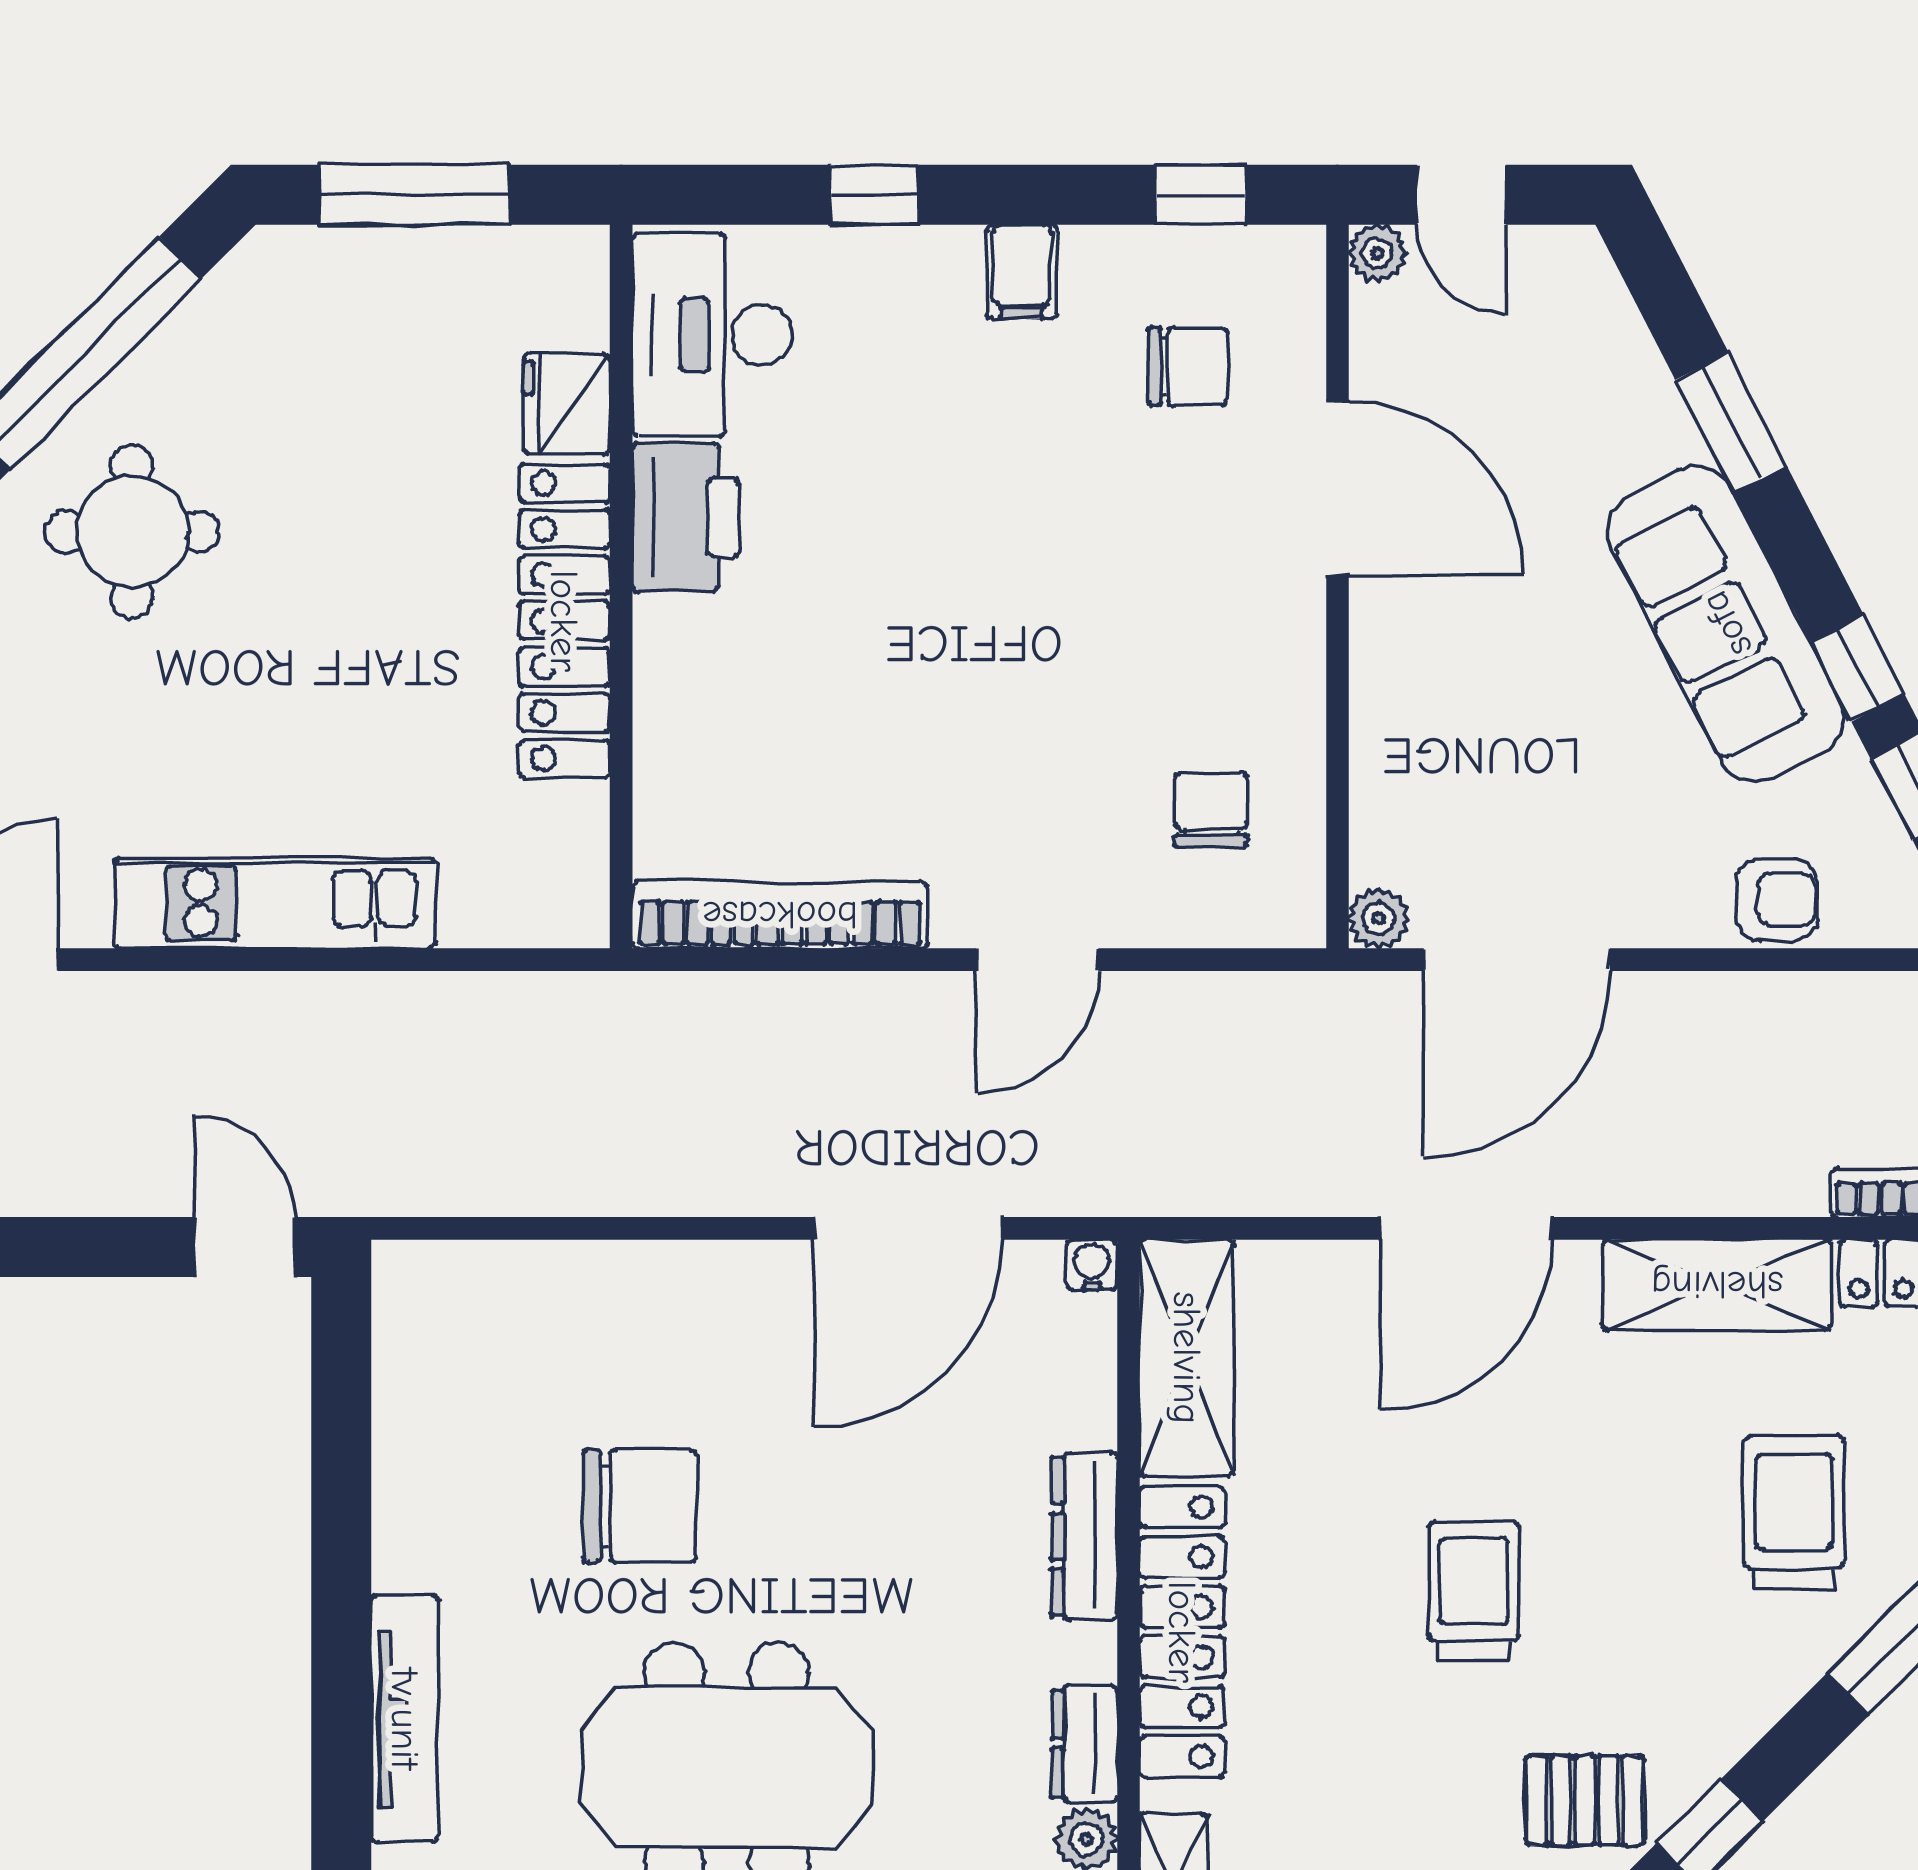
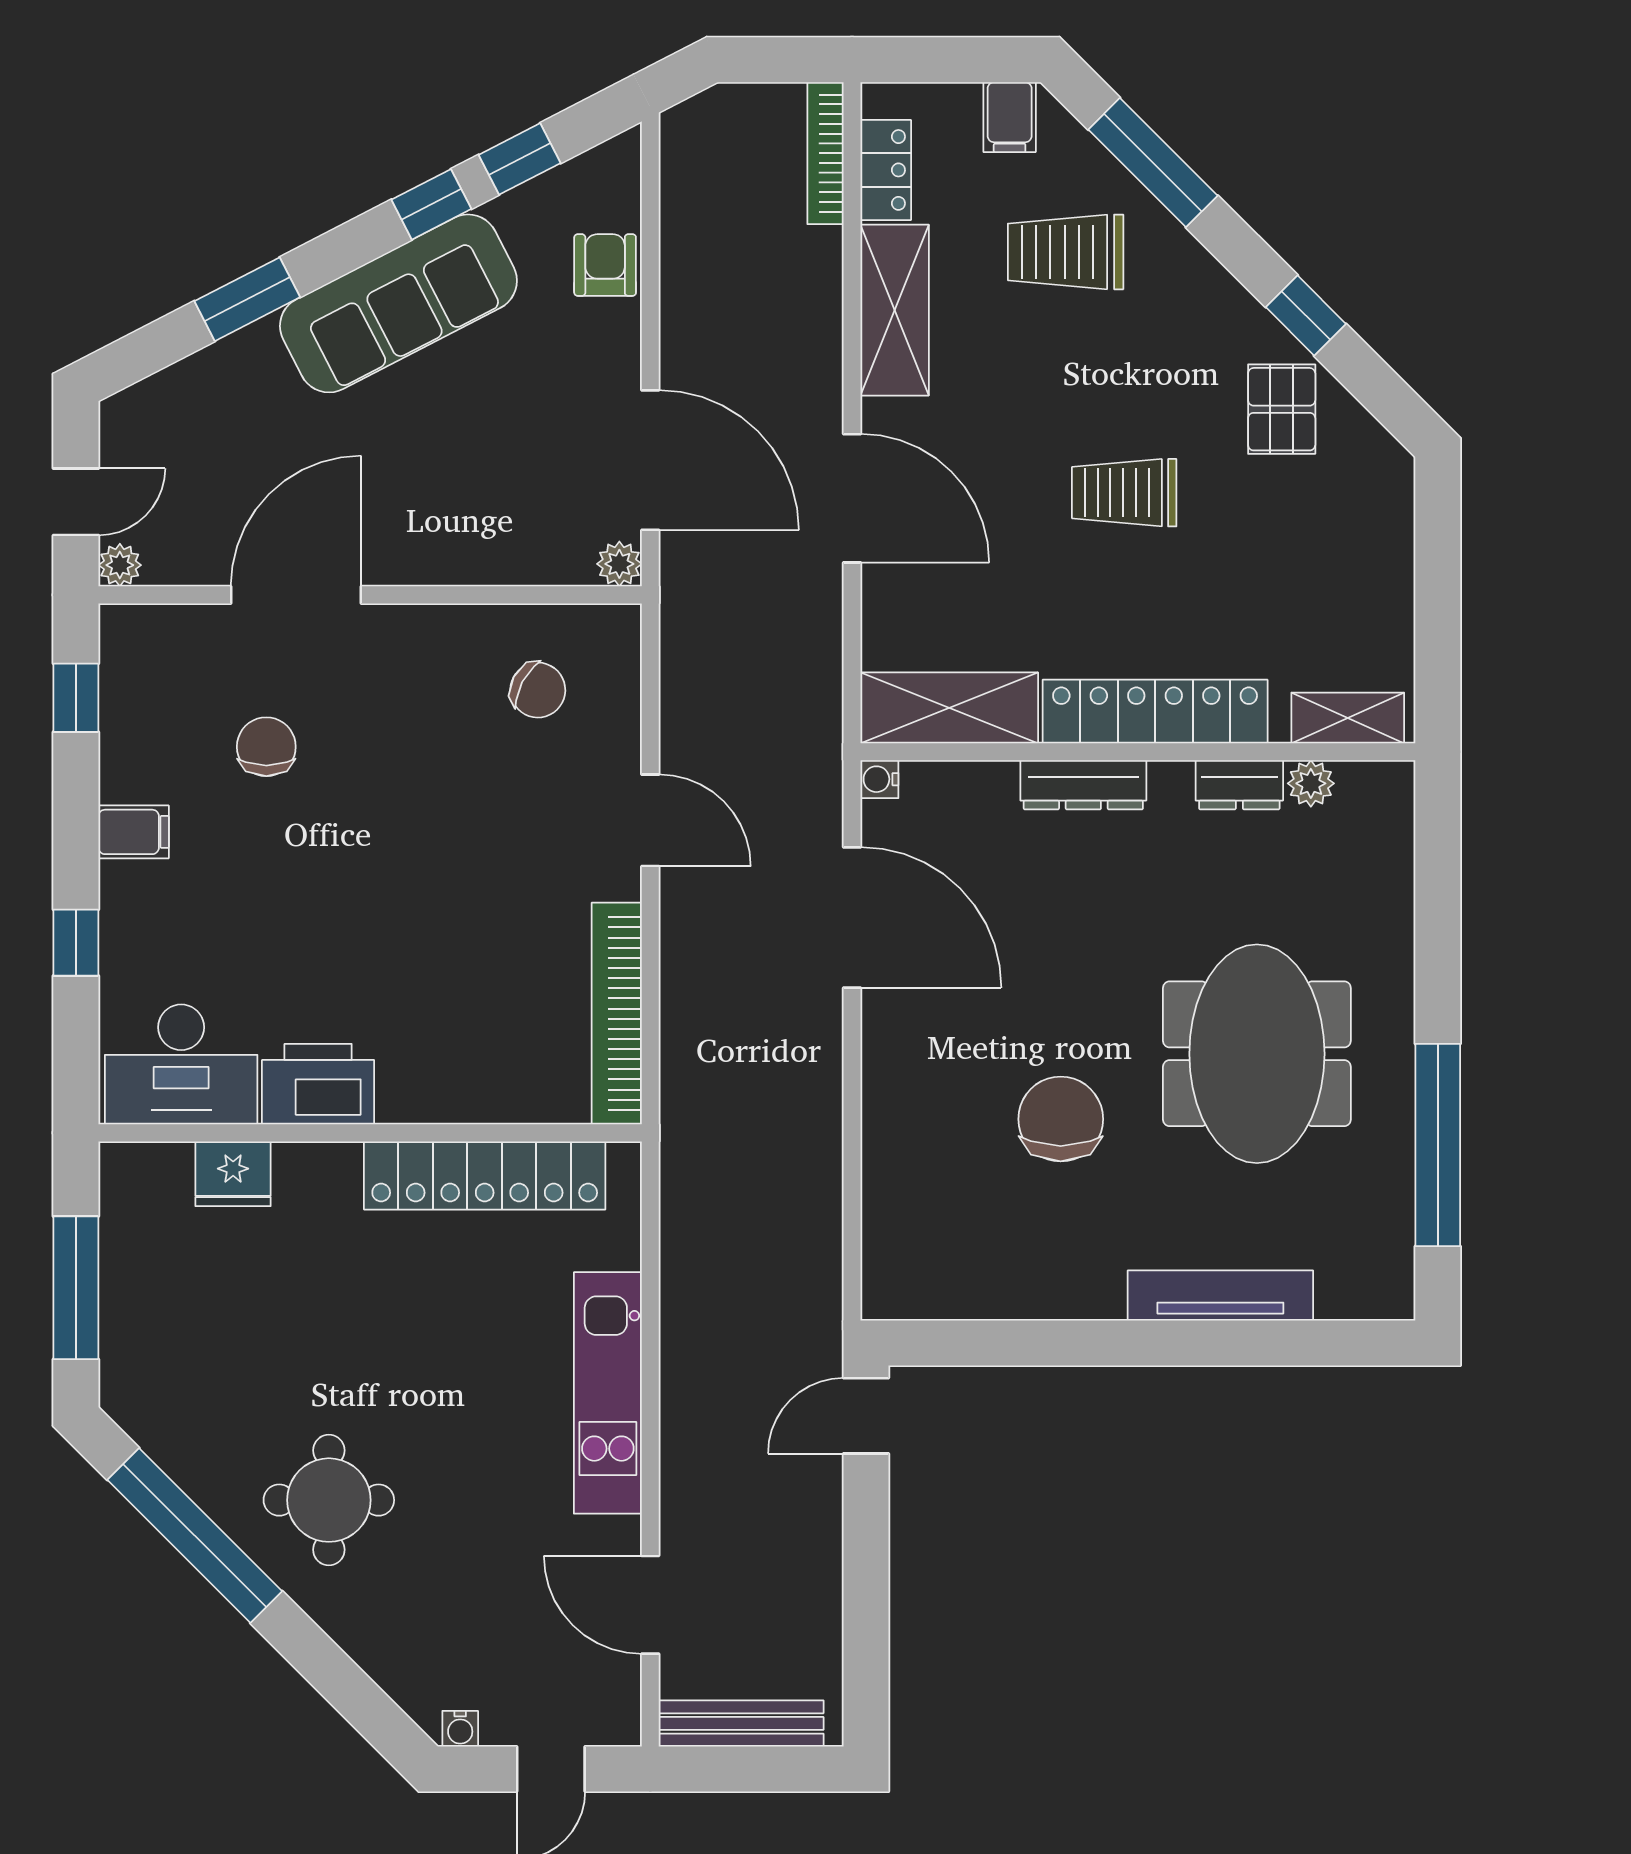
chair: (1188, 367) -> (266, 747), moved
locker: (564, 621) -> (485, 1175), moved
chair: (1211, 810) -> (538, 690), turned -152

